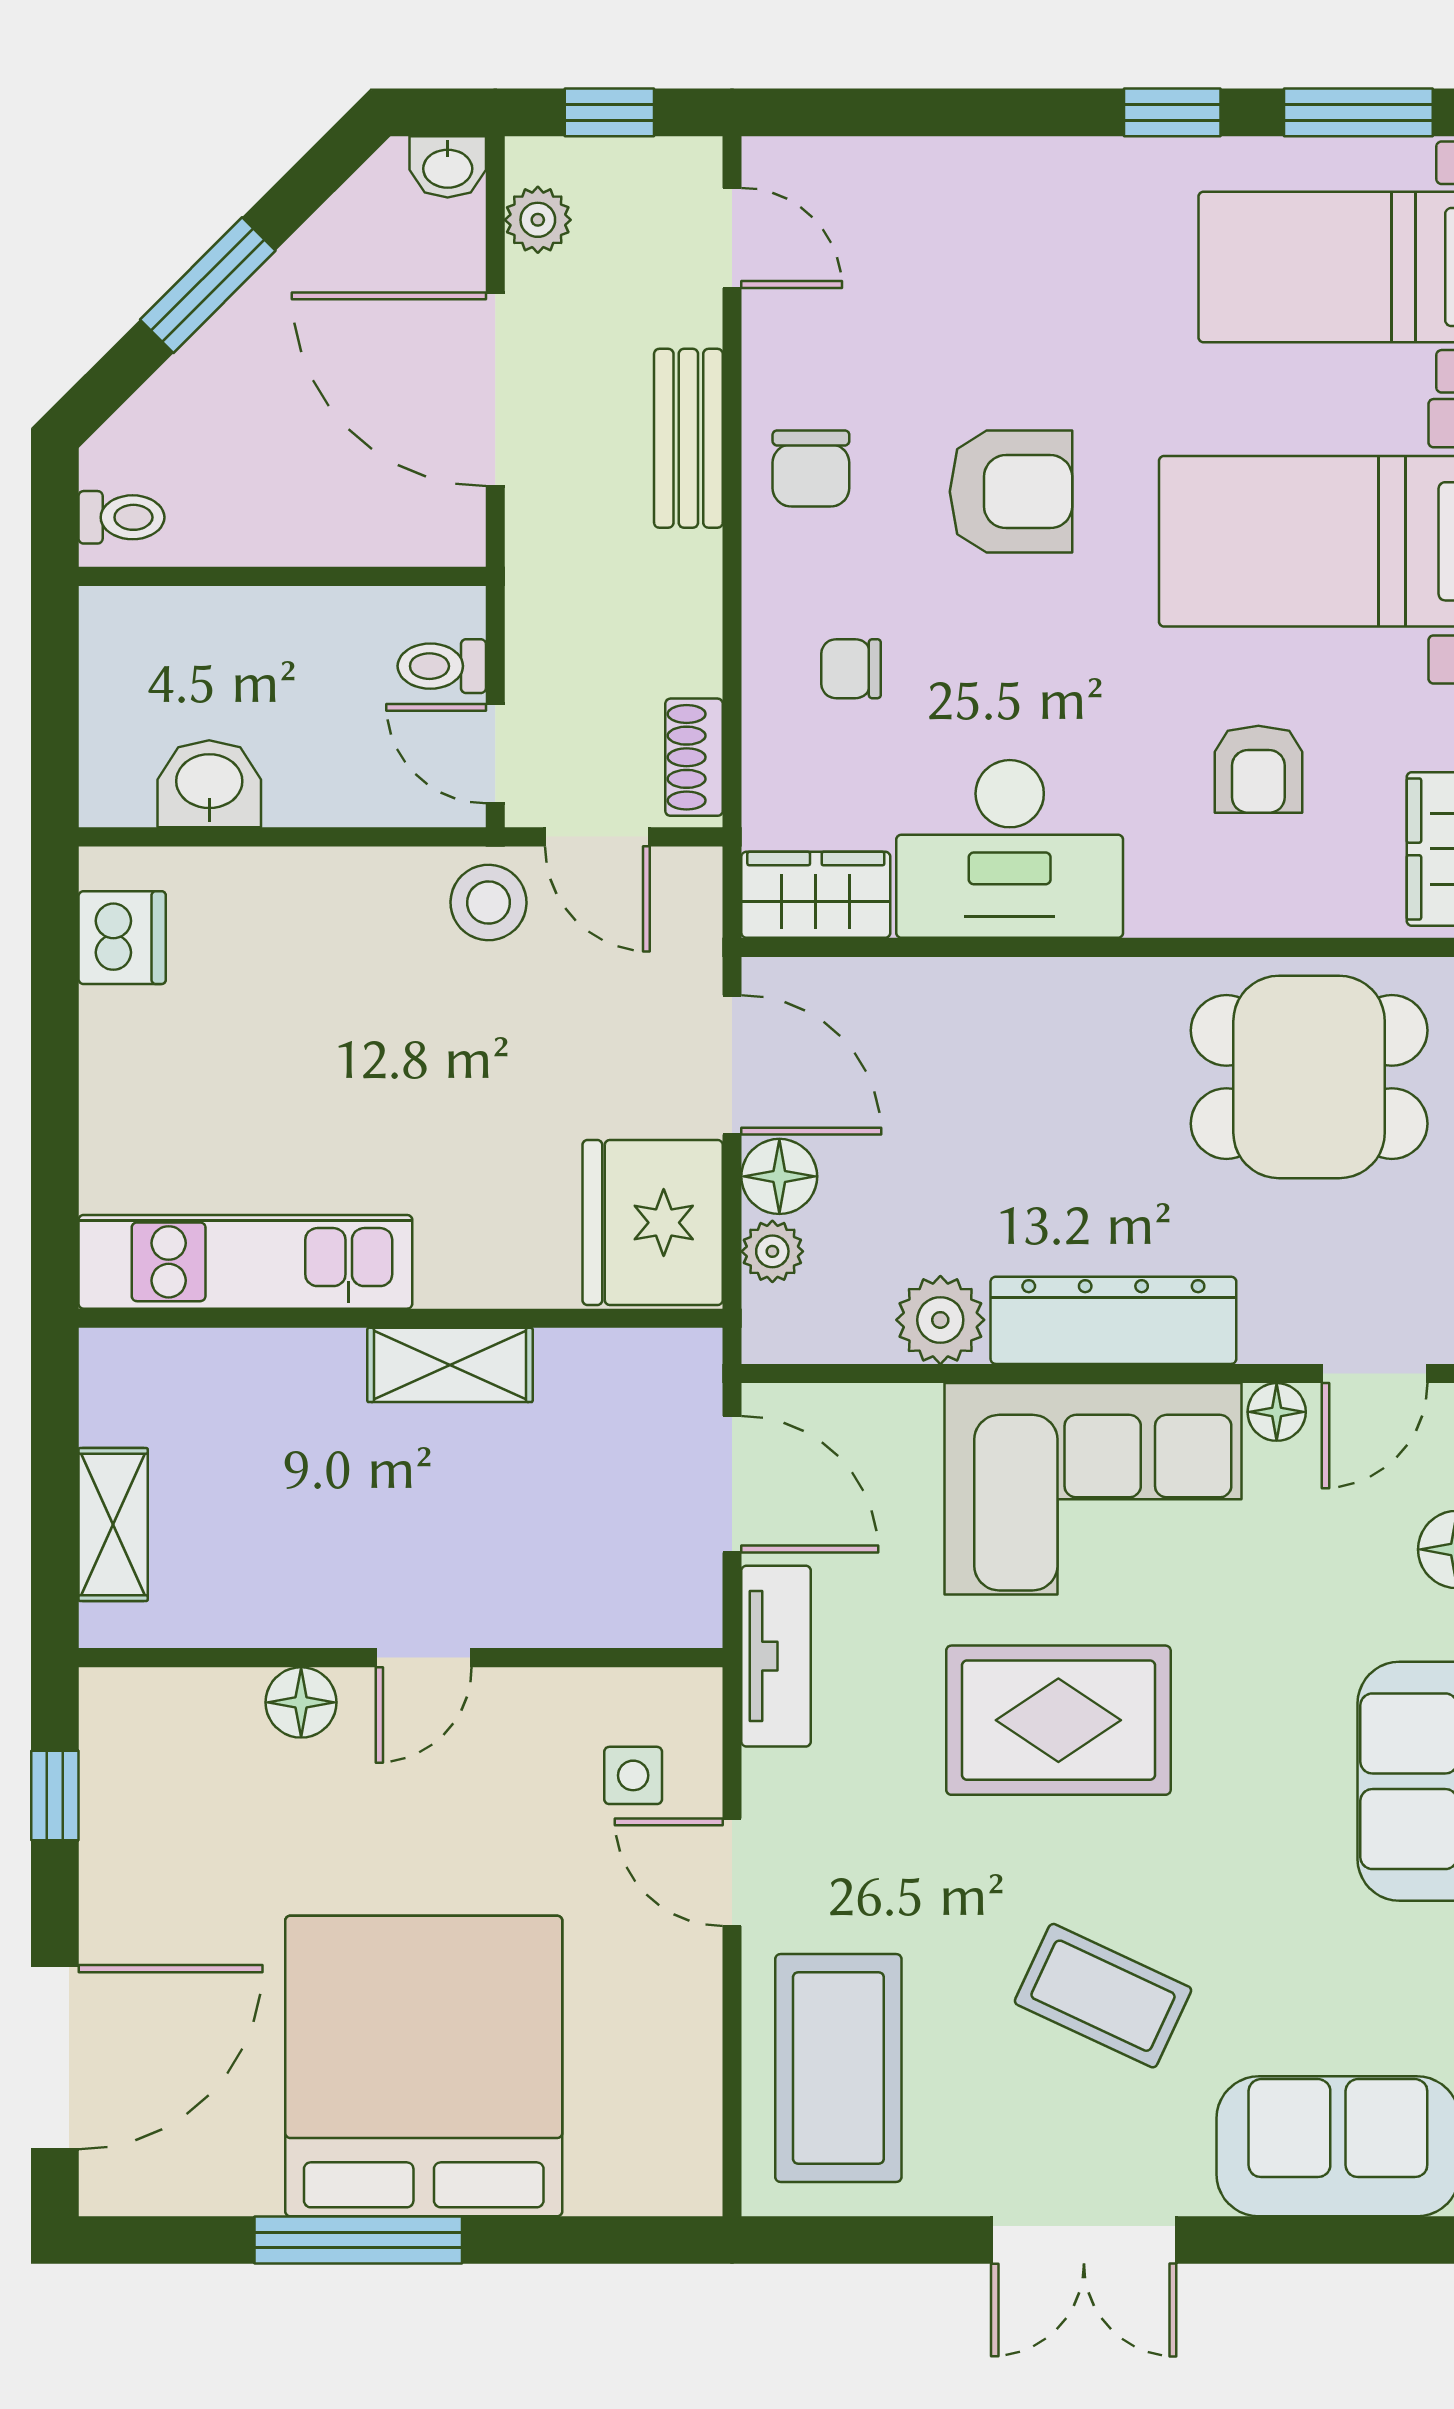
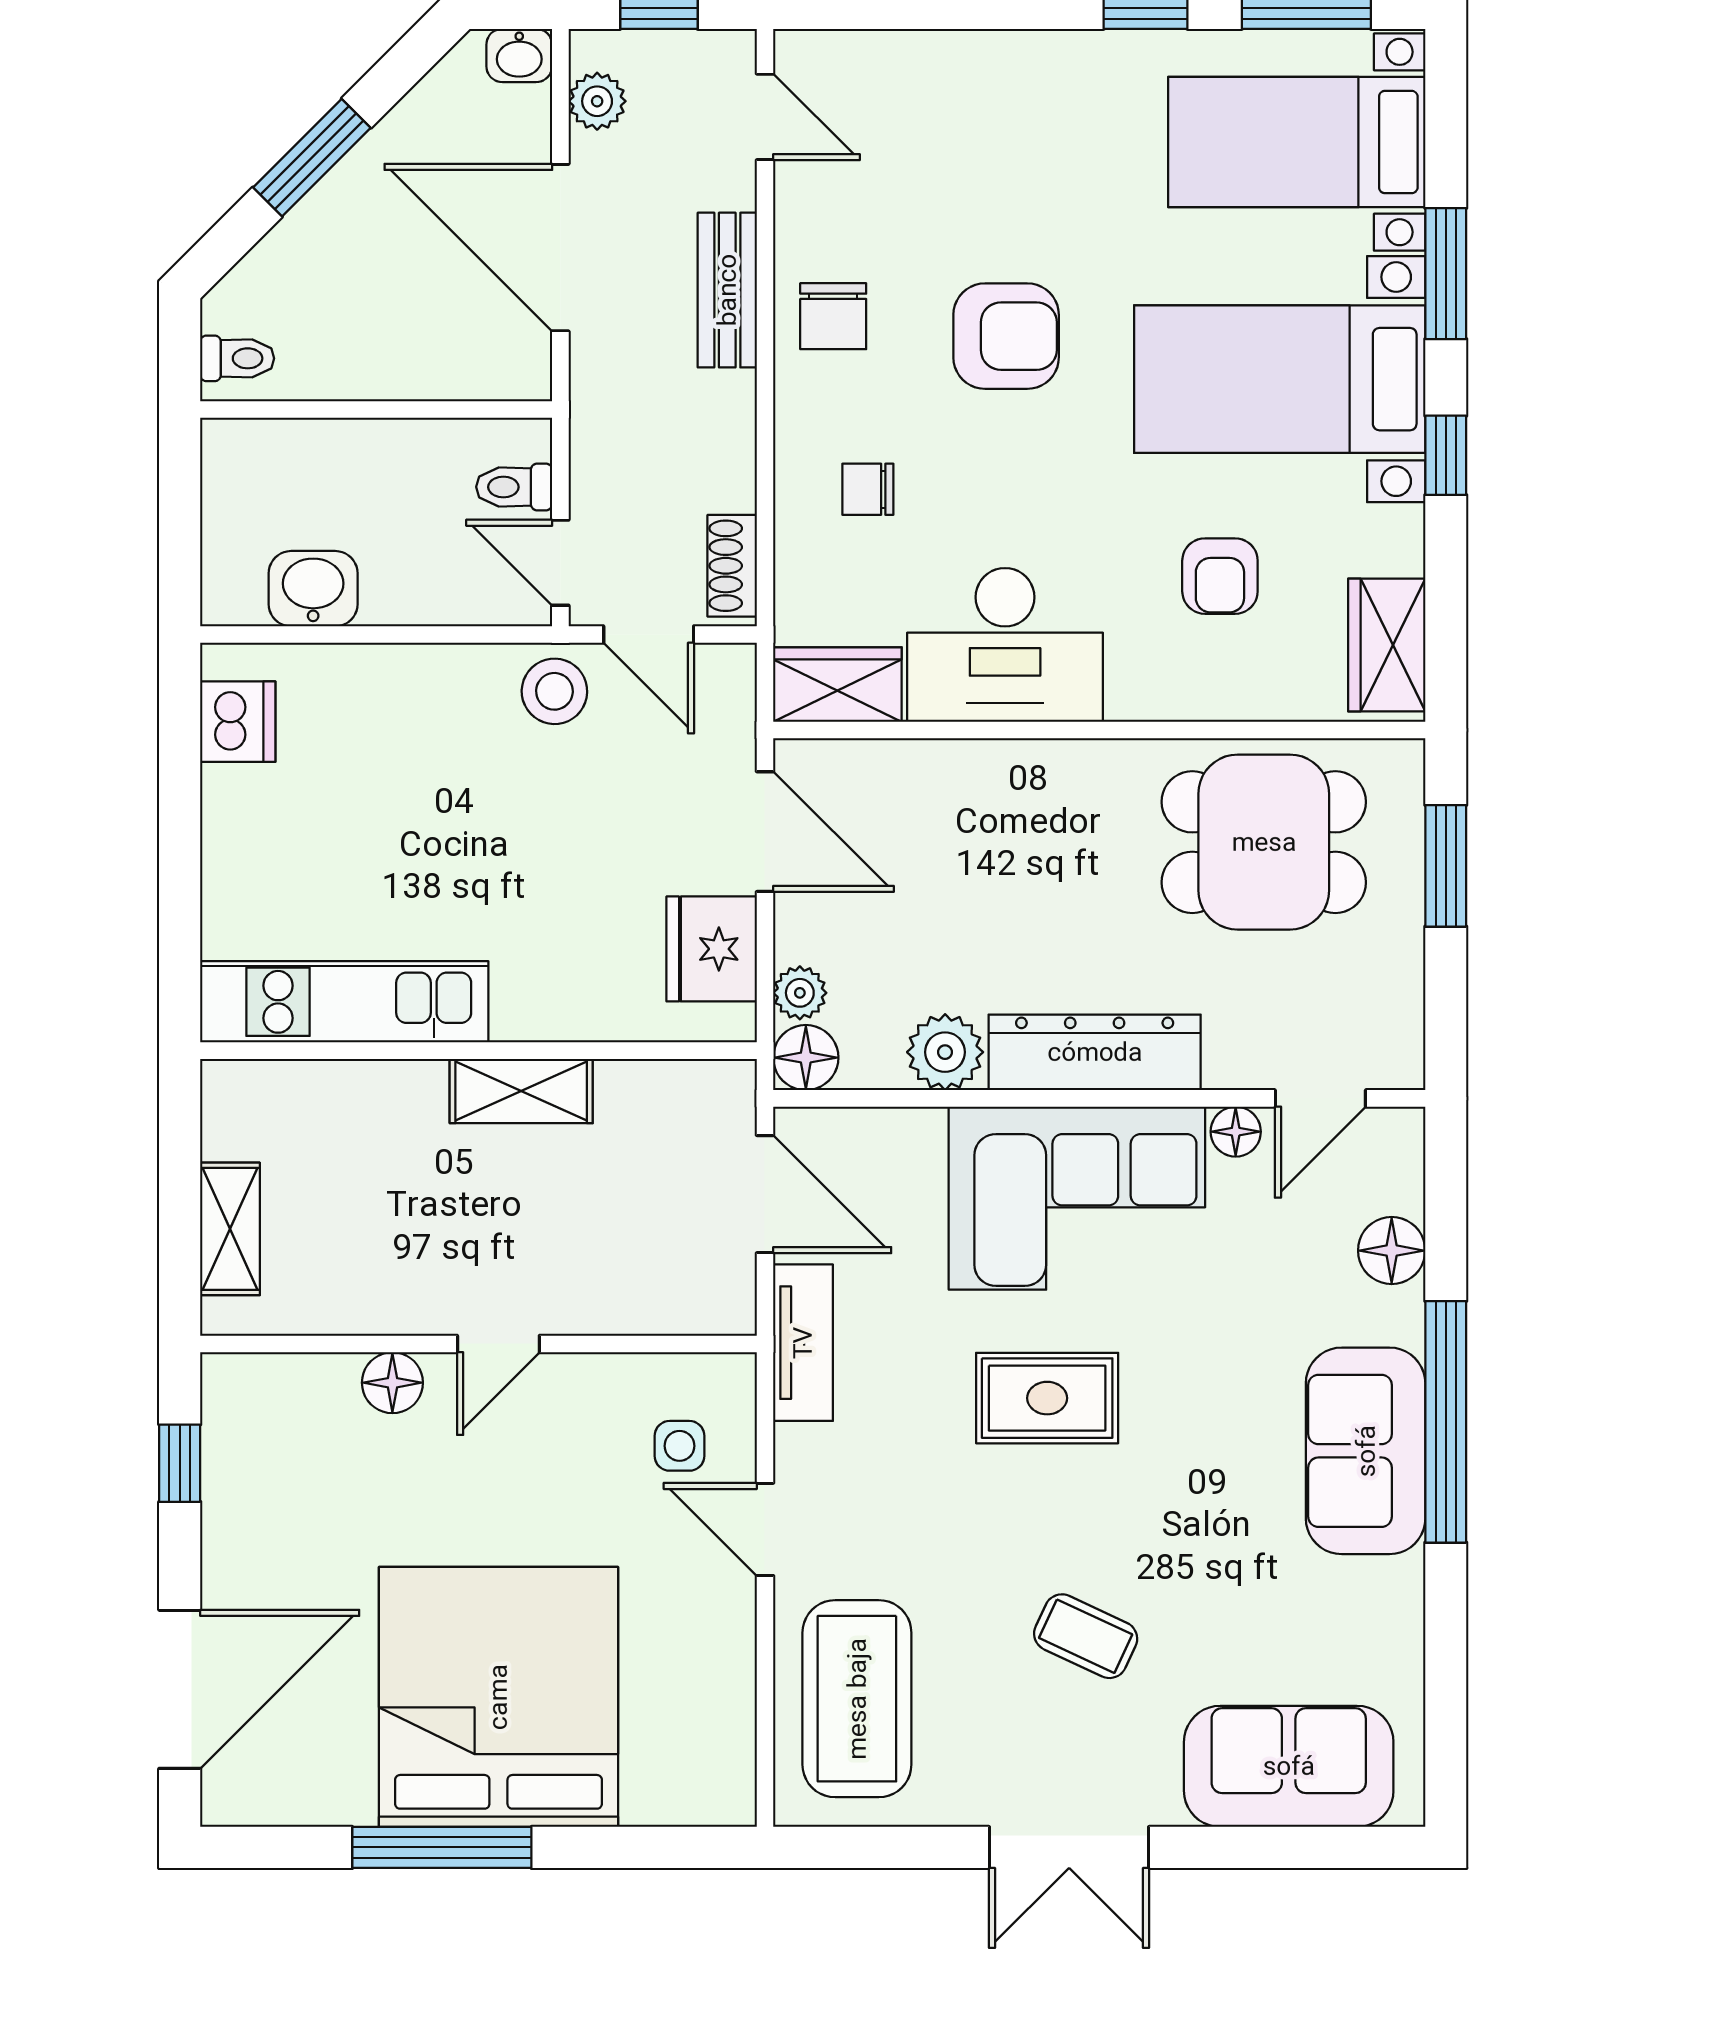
floor lamp: (779, 1176) -> (806, 1058), moved
fridge: (653, 1223) -> (712, 949), width x0.73, depth x0.75
rug: (1058, 1720) -> (1047, 1398), width x0.73, depth x0.70
coffee table: (1103, 1996) -> (1086, 1636), width x0.73, depth x0.77

